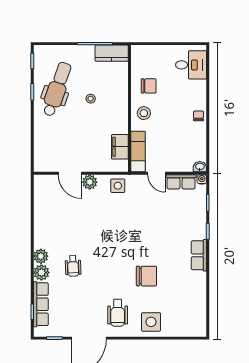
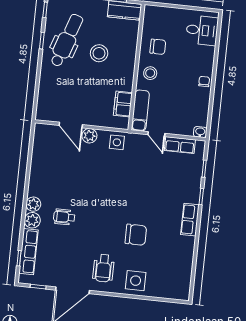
stool: (91, 99) -> (99, 53), width x1.89, depth x1.89
water cooler: (202, 179) -> (201, 145), removed
wheelchair: (73, 266) -> (64, 217), turned 92

